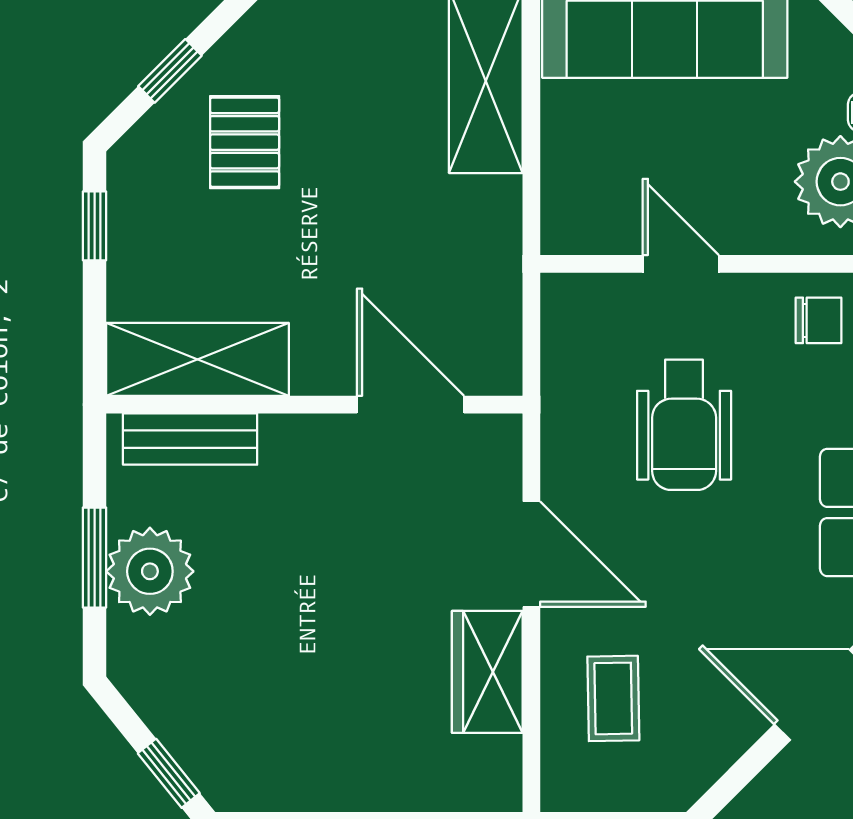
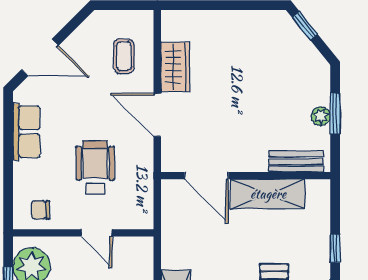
shelving: (198, 359) -> (268, 194), moved
plant: (150, 571) -> (321, 116), width x0.53, depth x0.53

